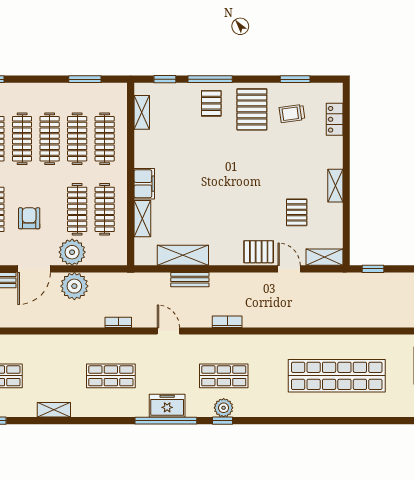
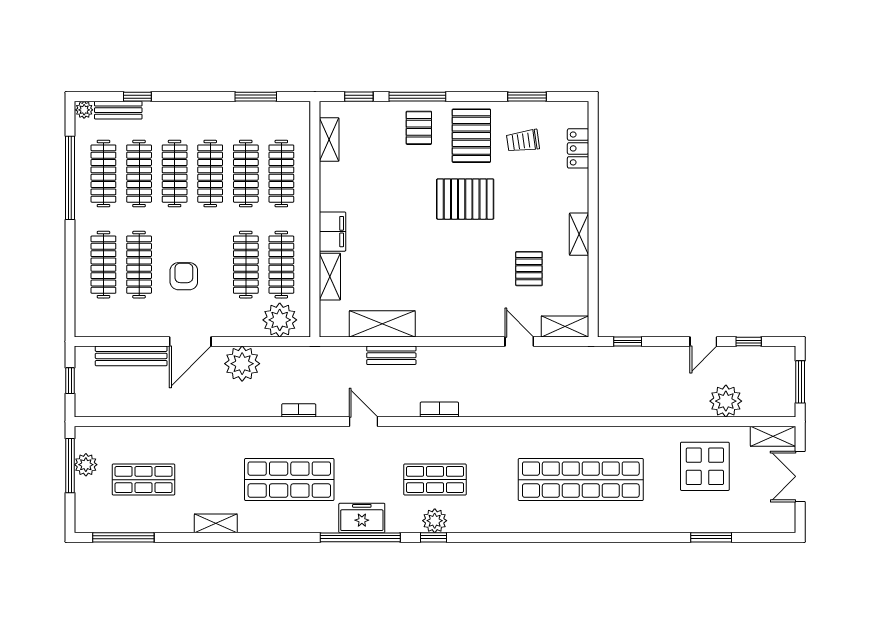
plant: (72, 252) -> (280, 320), moved
pallet: (259, 252) -> (465, 199), moved, width x1.50, depth x1.42
shop shelf: (111, 376) -> (289, 480), width x1.43, depth x1.36

